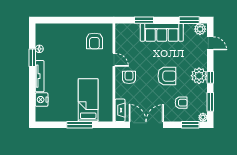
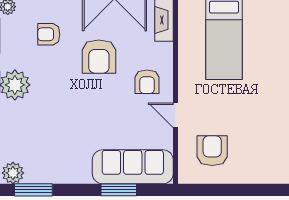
sofa: (162, 32) -> (133, 167), moved
armchair: (167, 76) -> (99, 57), moved, turned -90

